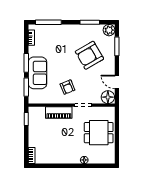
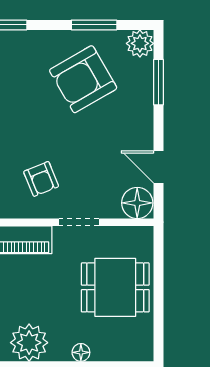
armchair: (89, 55) -> (83, 79), moved
plant: (62, 156) -> (29, 343), added

